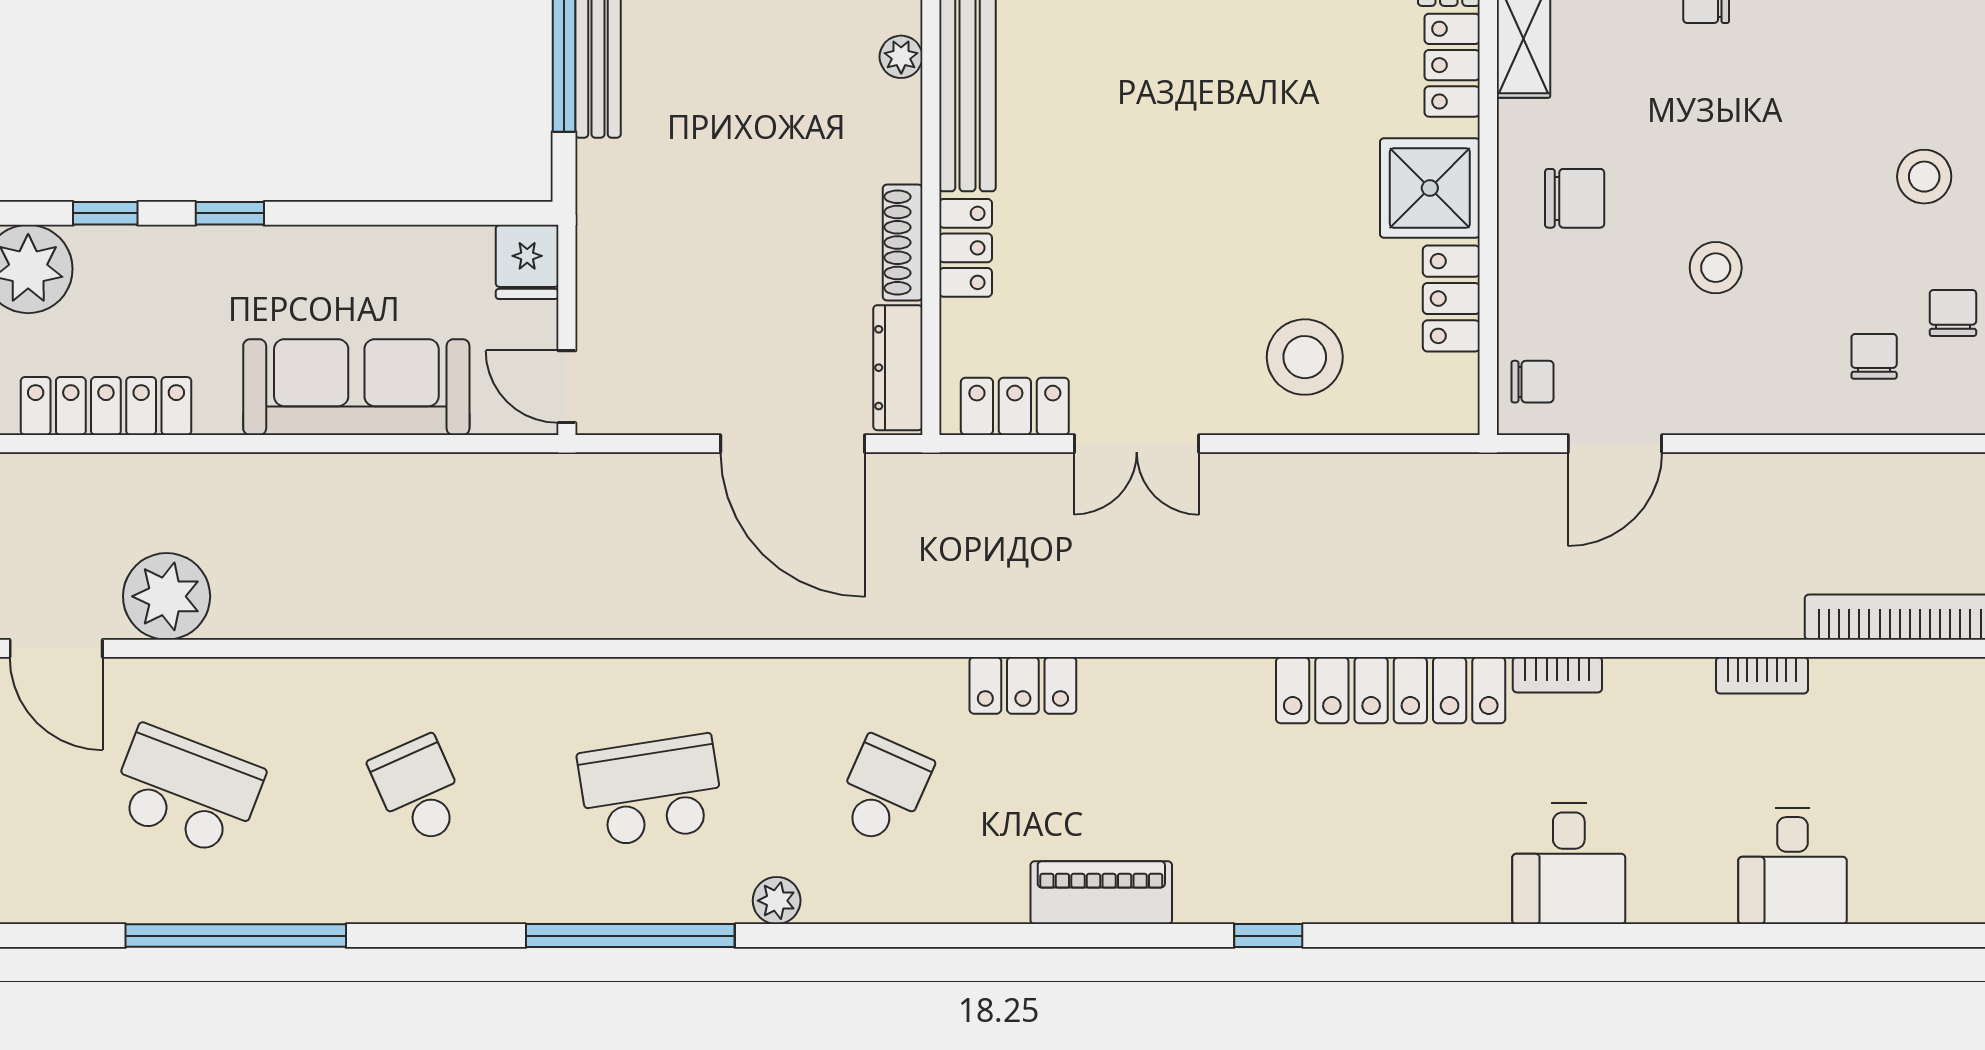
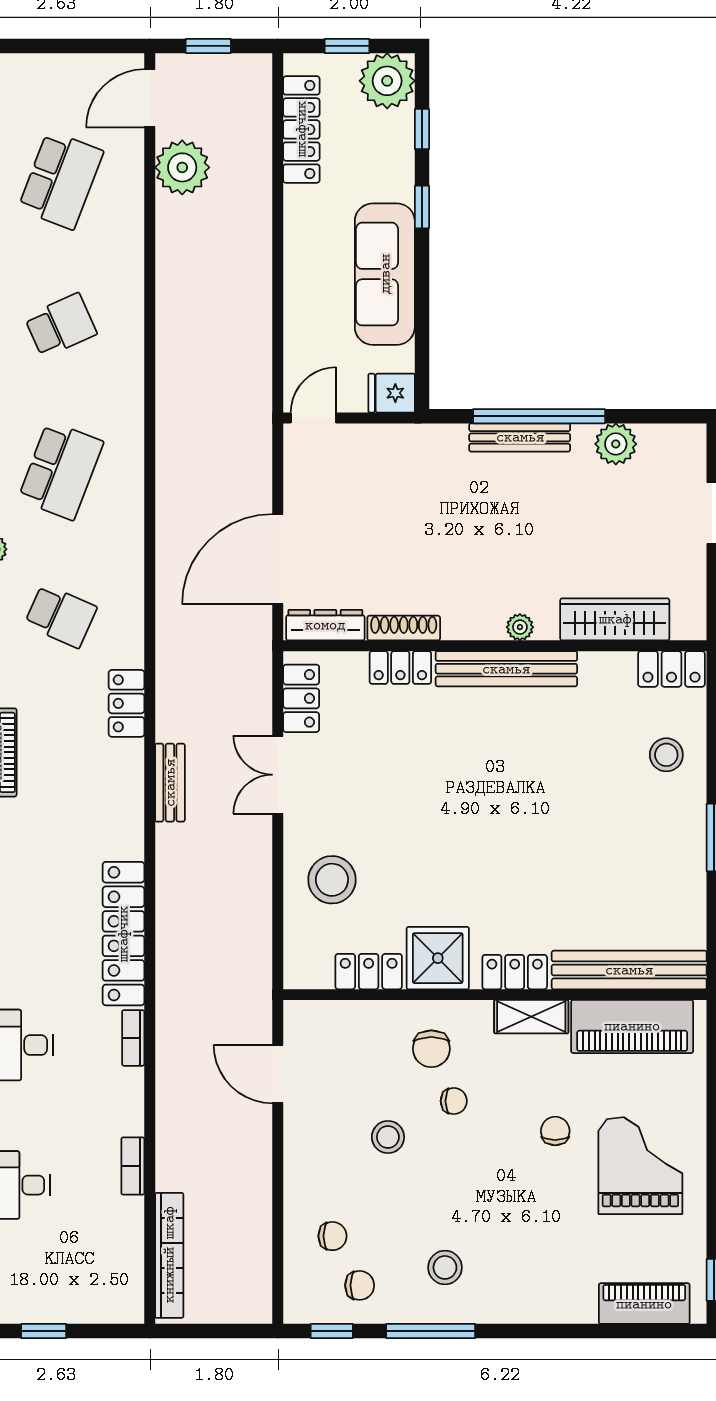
chair: (1532, 382) -> (454, 1101), moved, turned -90
sofa: (356, 387) -> (385, 274), moved, turned 180
bench: (1150, 616) -> (170, 783), added
school desk: (651, 791) -> (61, 471), turned 30

